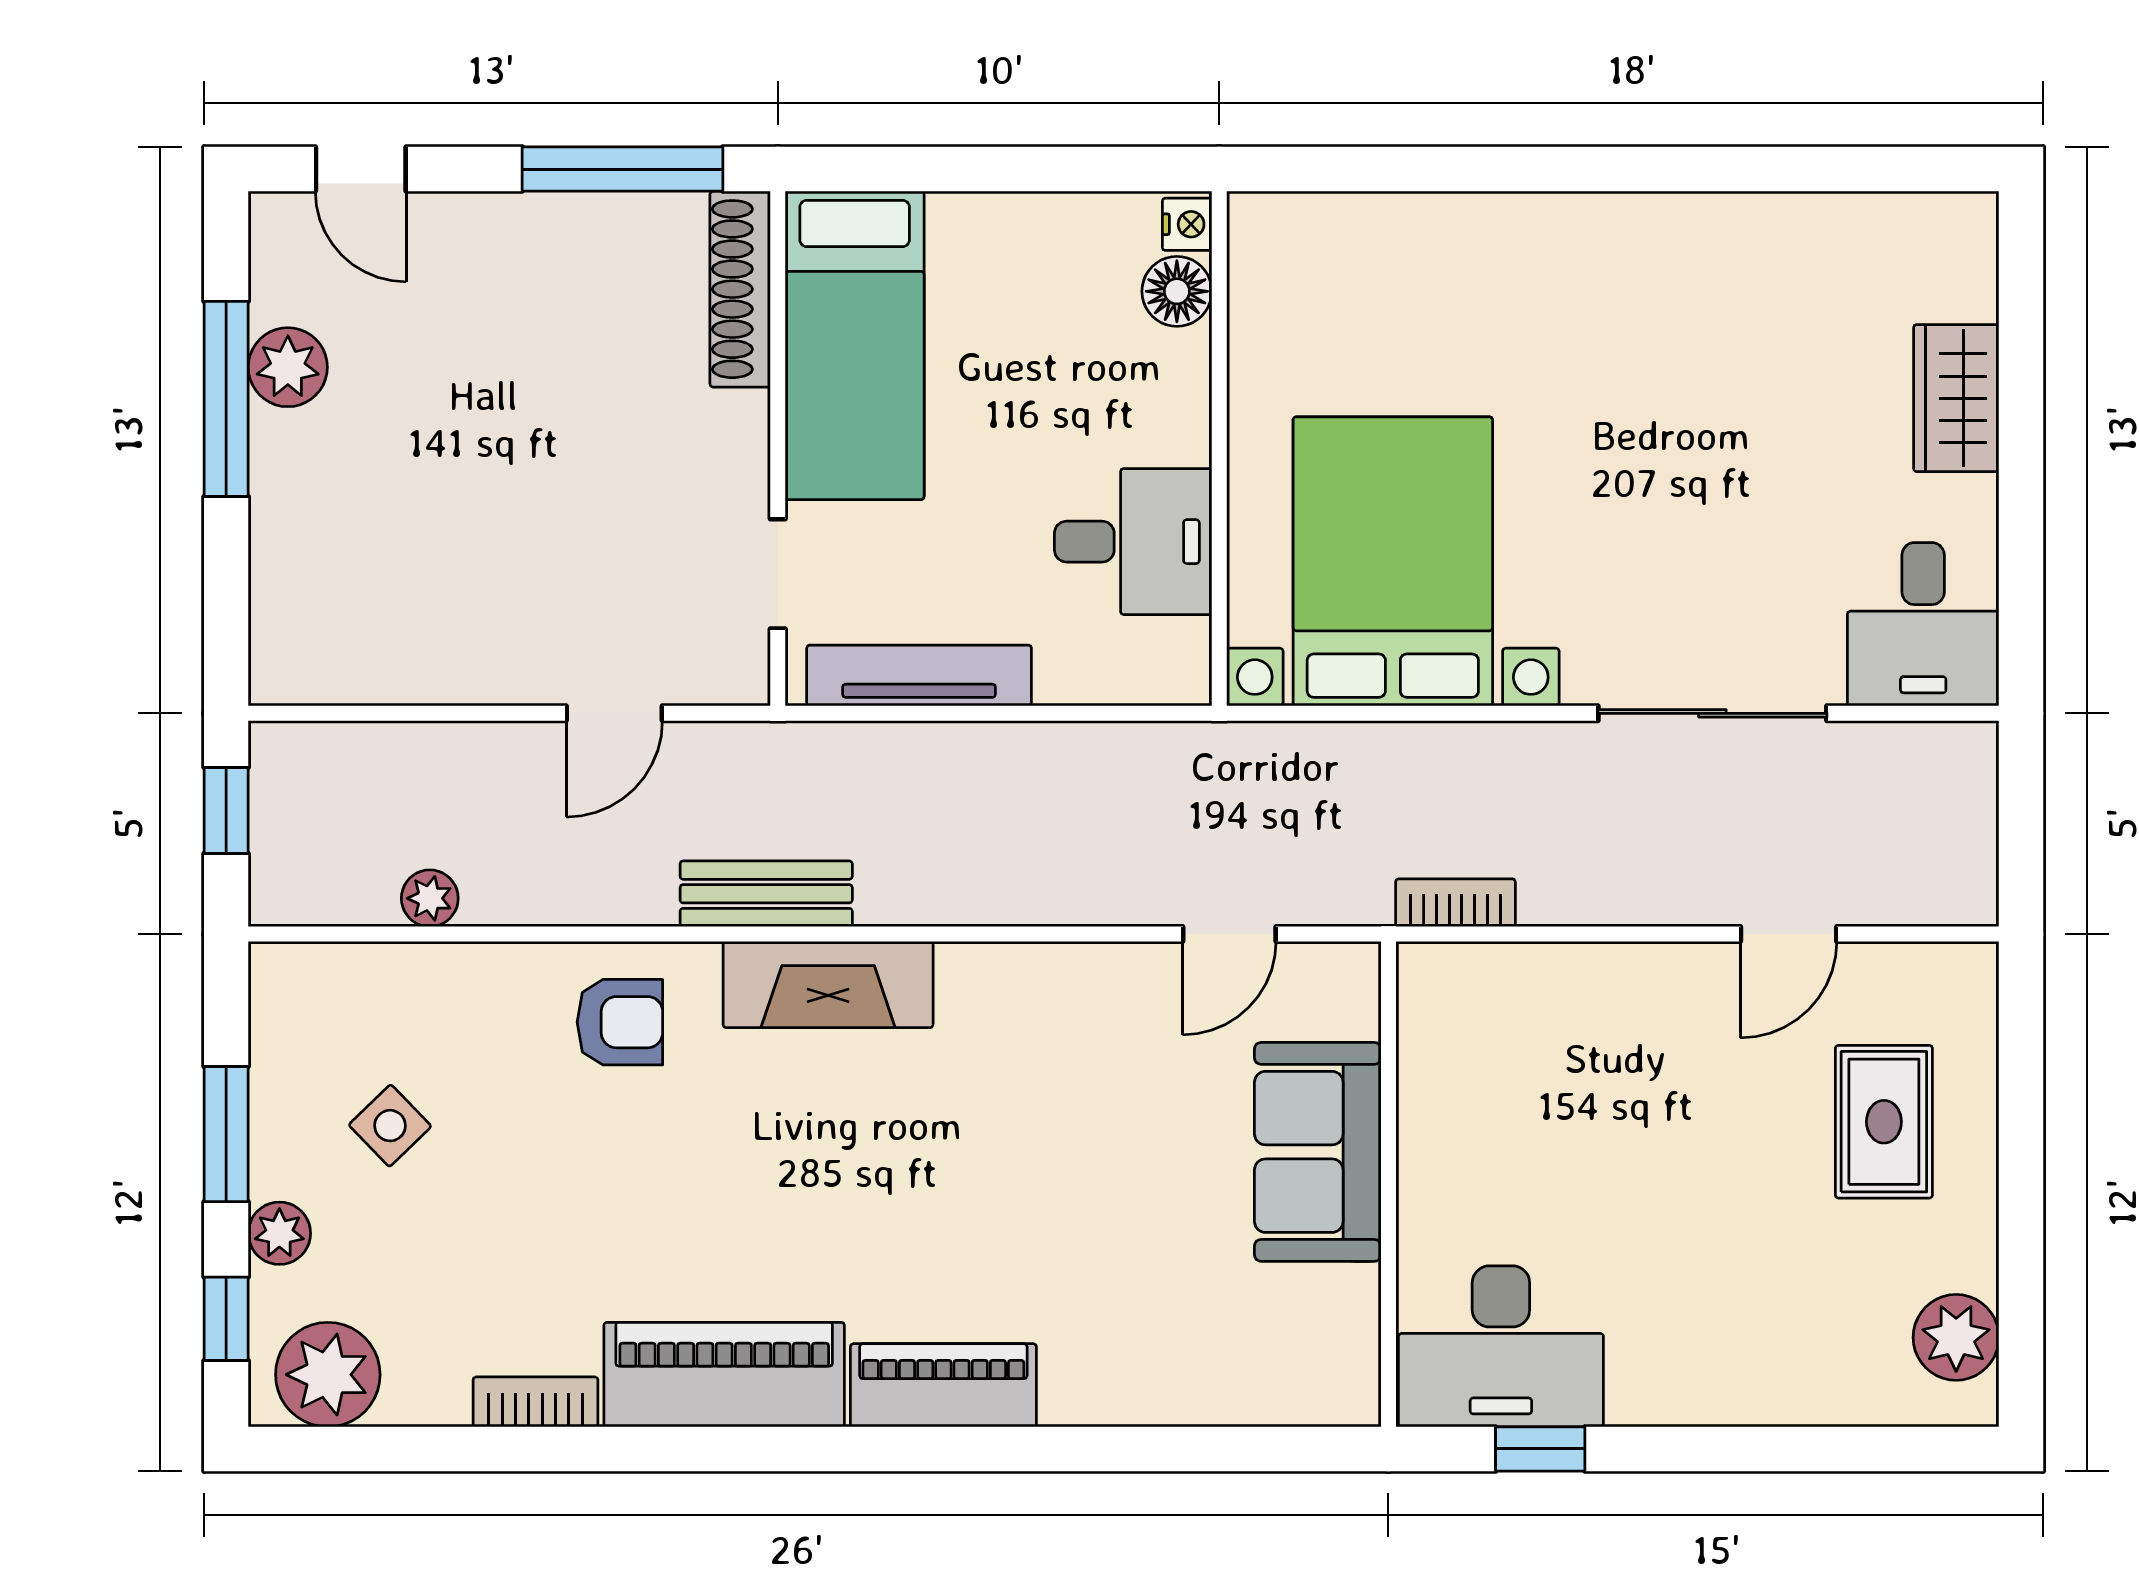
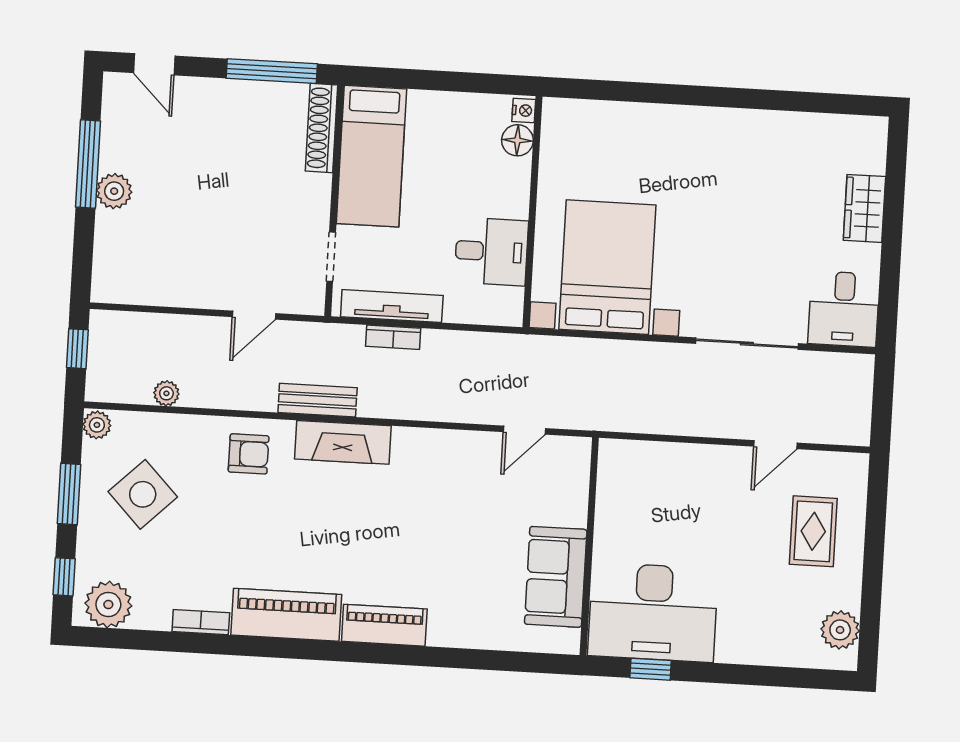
plant: (288, 367) -> (114, 191), moved
bookcase: (1455, 903) -> (393, 337), moved, turned 180
side table: (390, 1126) -> (143, 494), width x1.87, depth x1.87
sofa: (1318, 1152) -> (556, 577), moved
plant: (279, 1233) -> (97, 425), moved
desk: (1501, 1346) -> (653, 612), width x1.36, depth x1.30

